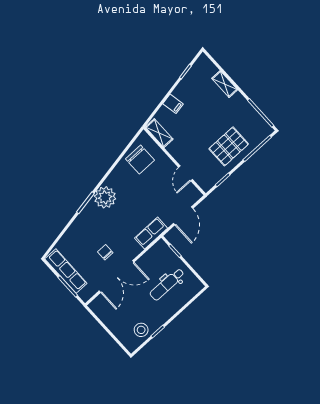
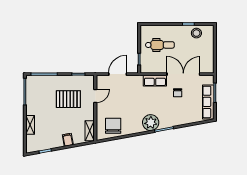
pallet: (229, 146) -> (68, 99), moved
row of seats: (151, 233) -> (155, 81), moved

